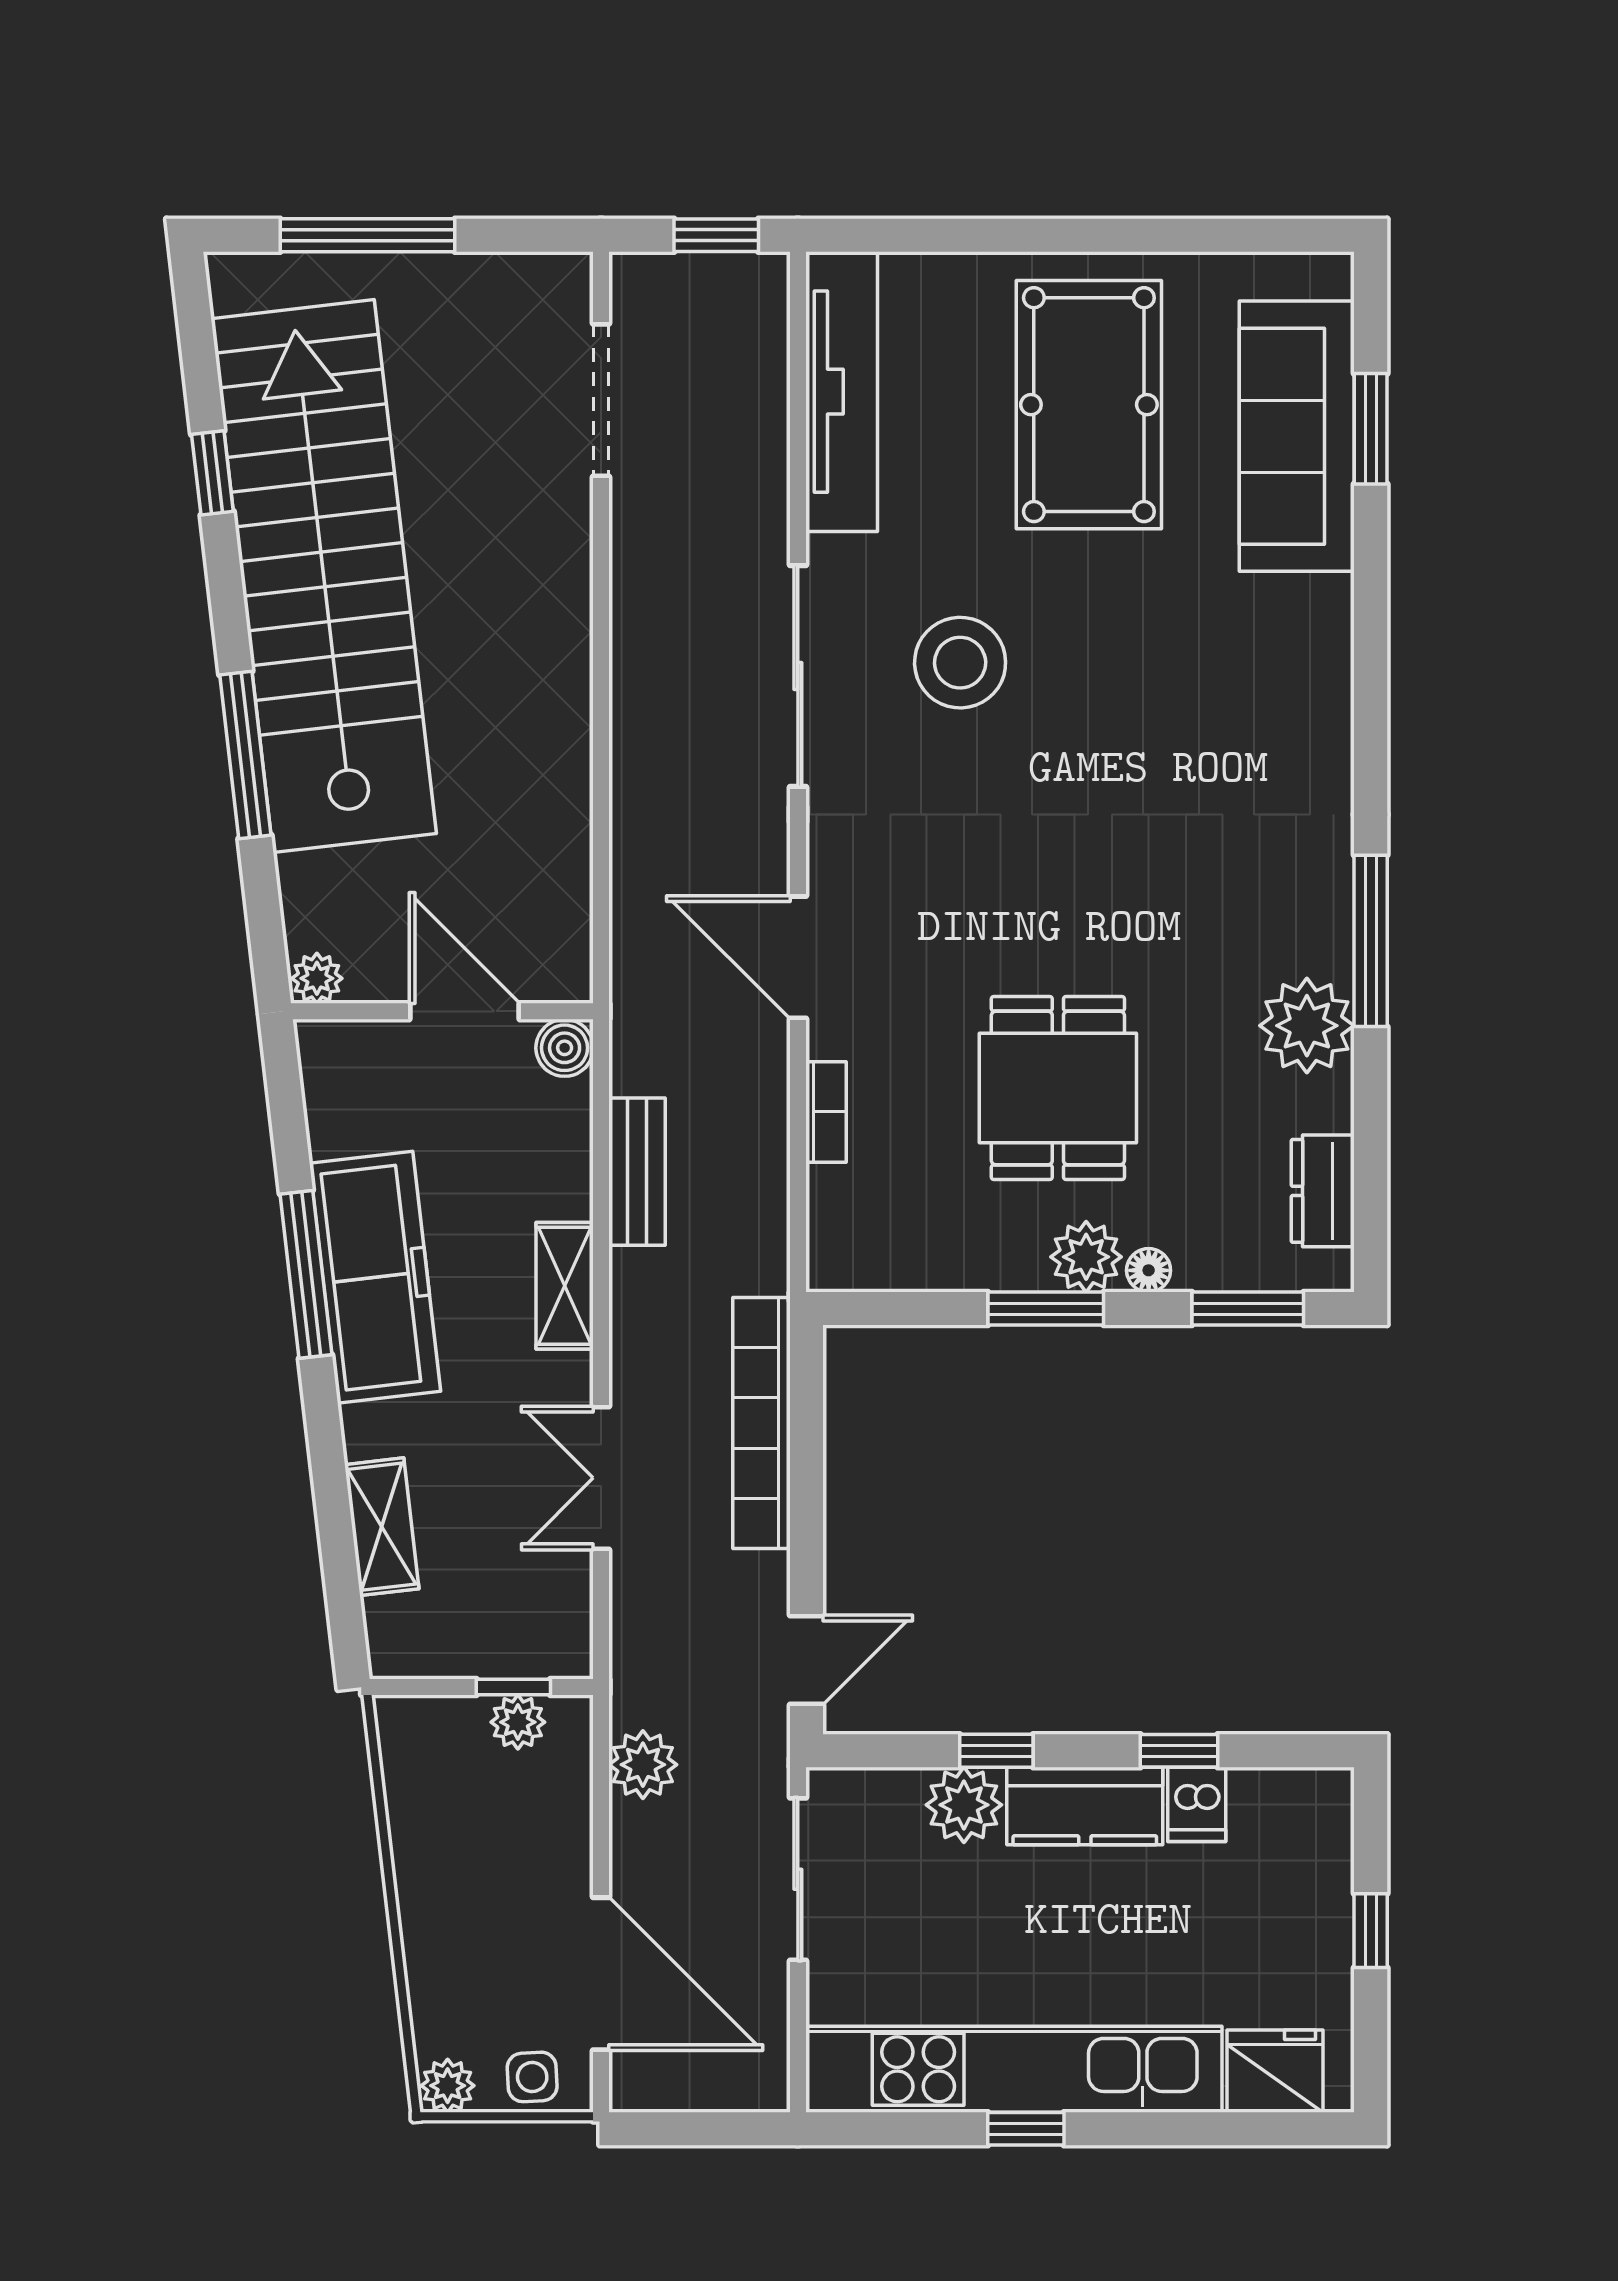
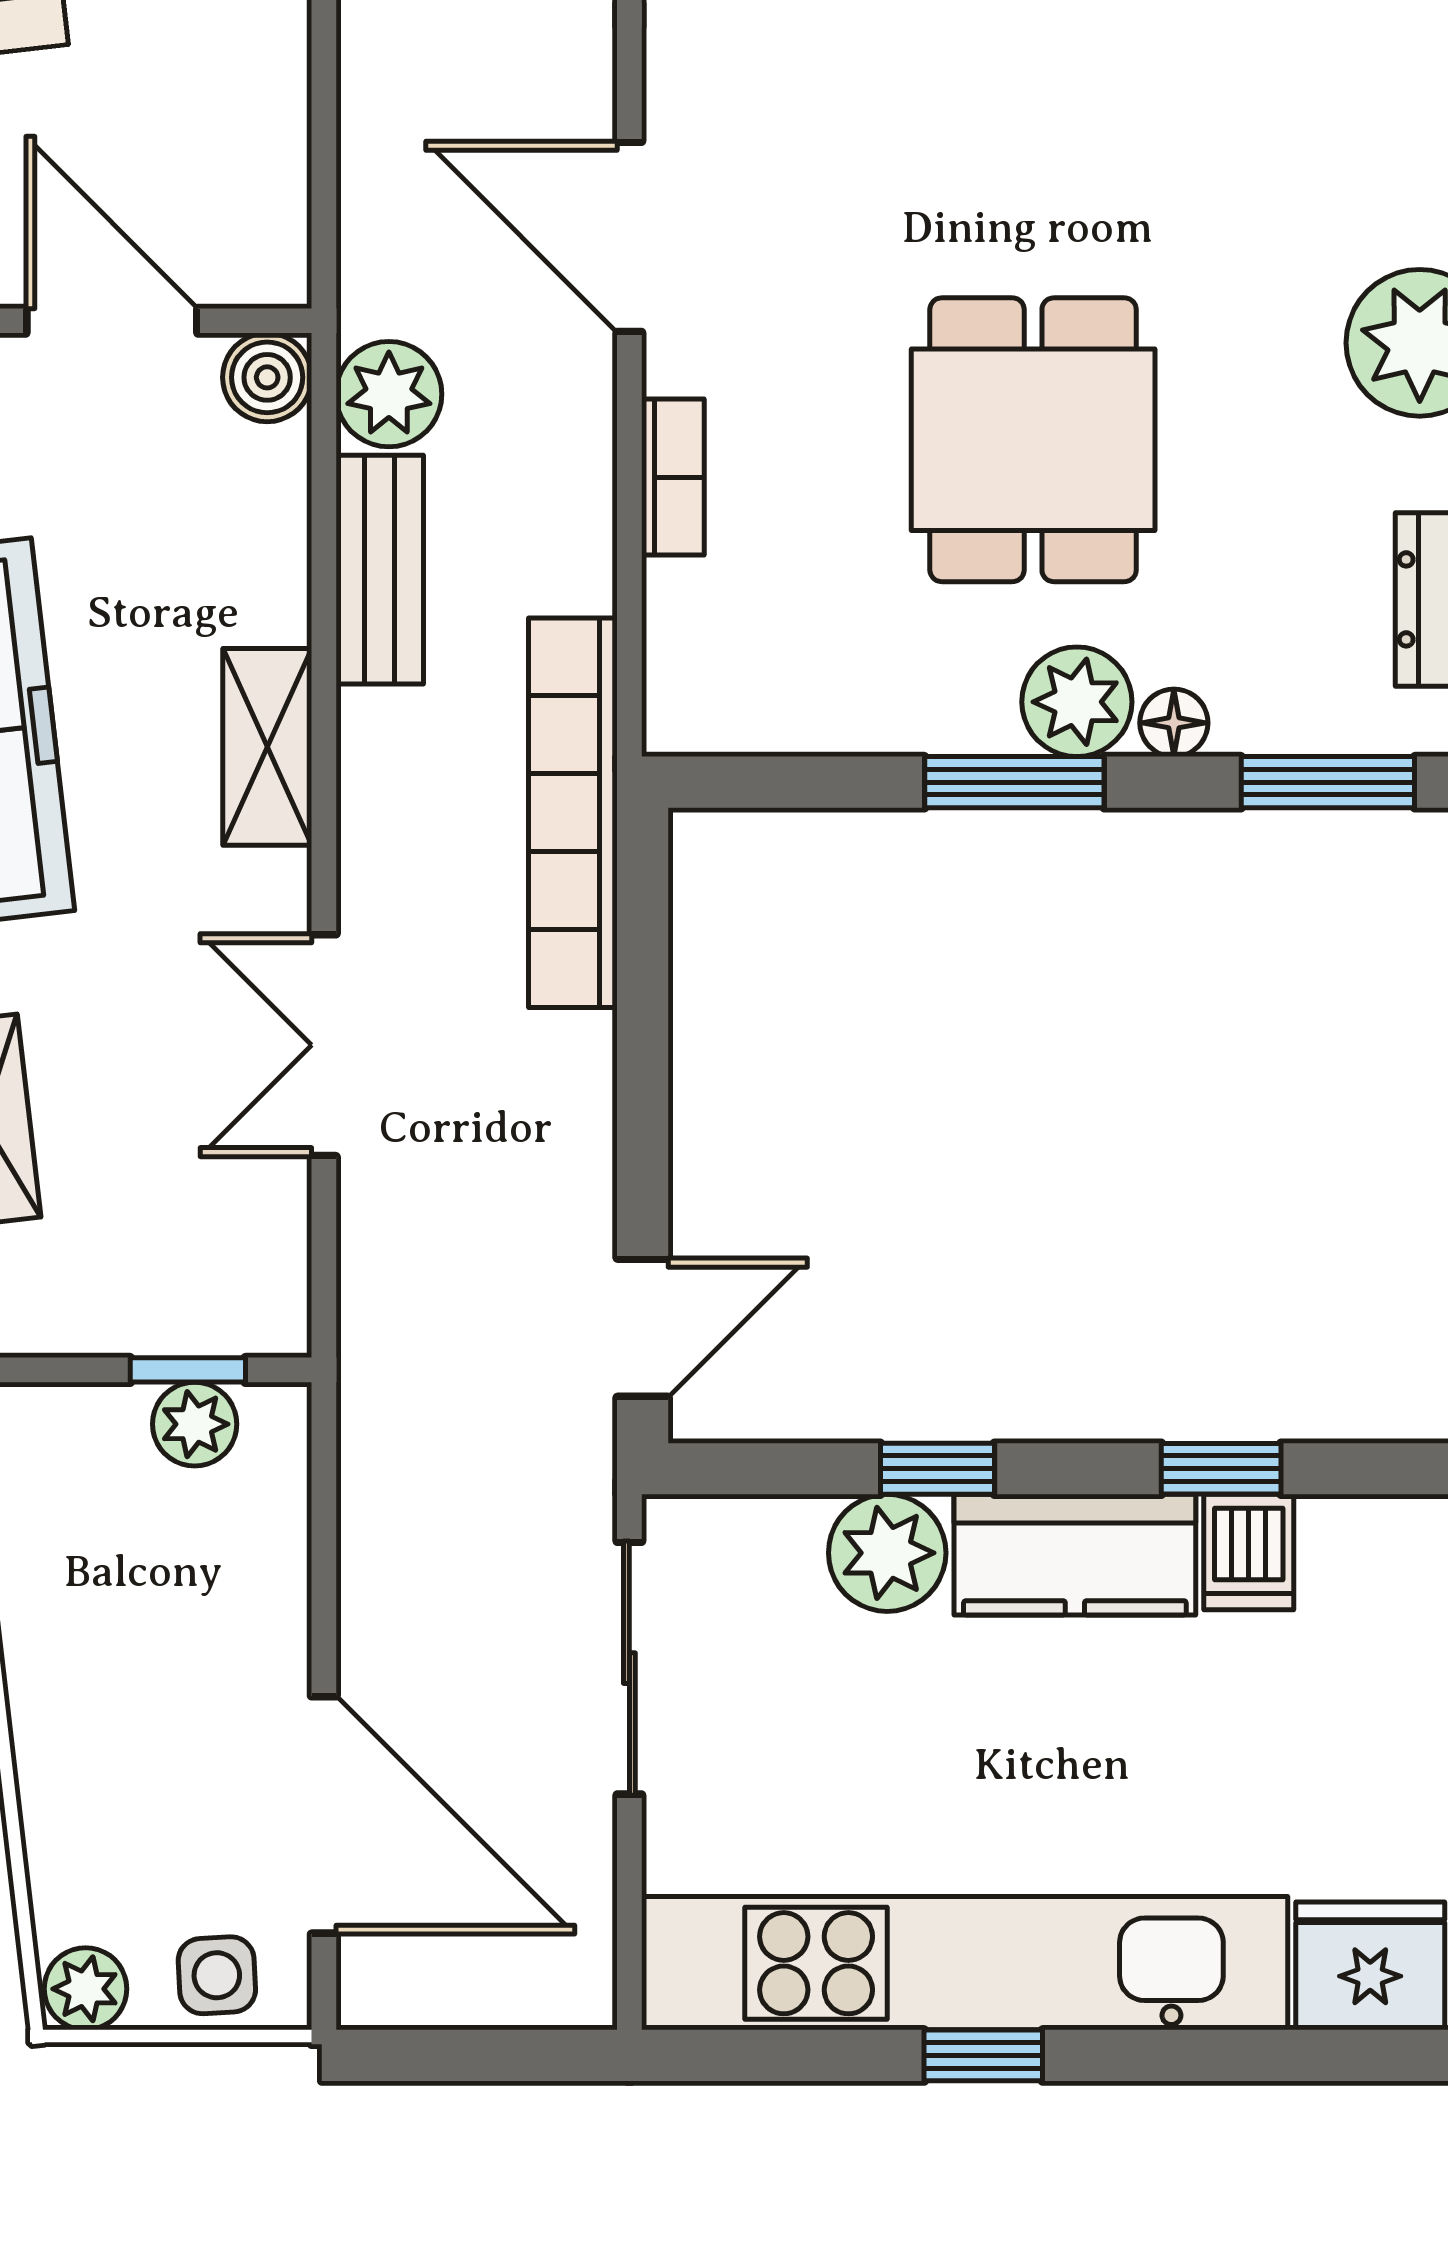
bookcase: (761, 1423) -> (573, 813), moved
plant: (643, 1765) -> (389, 394), moved

